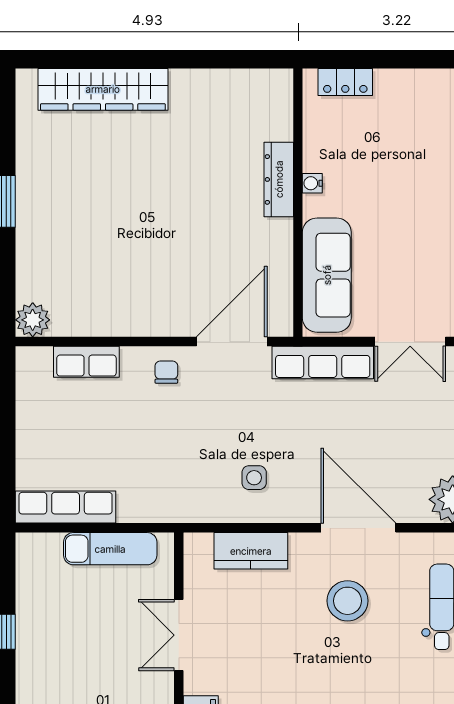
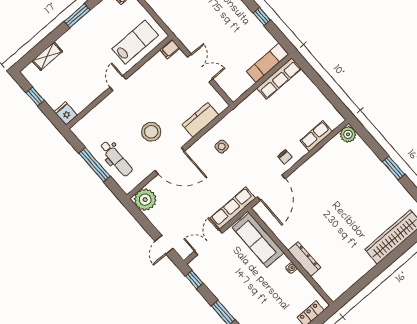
exam couch: (110, 549) -> (268, 63), moved

